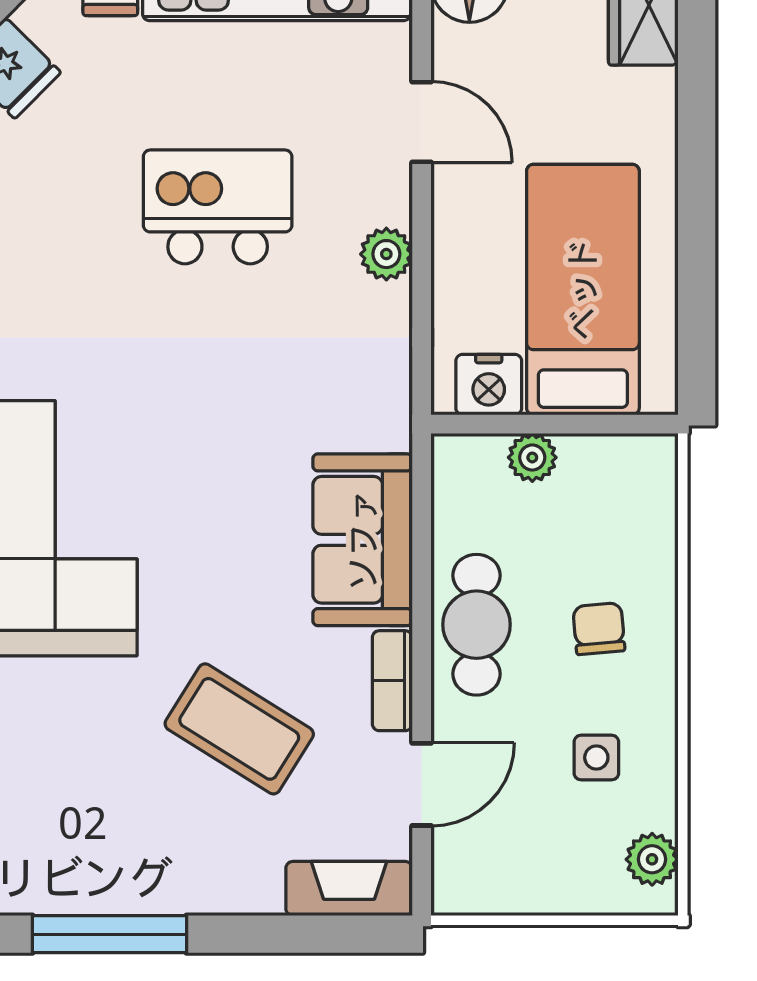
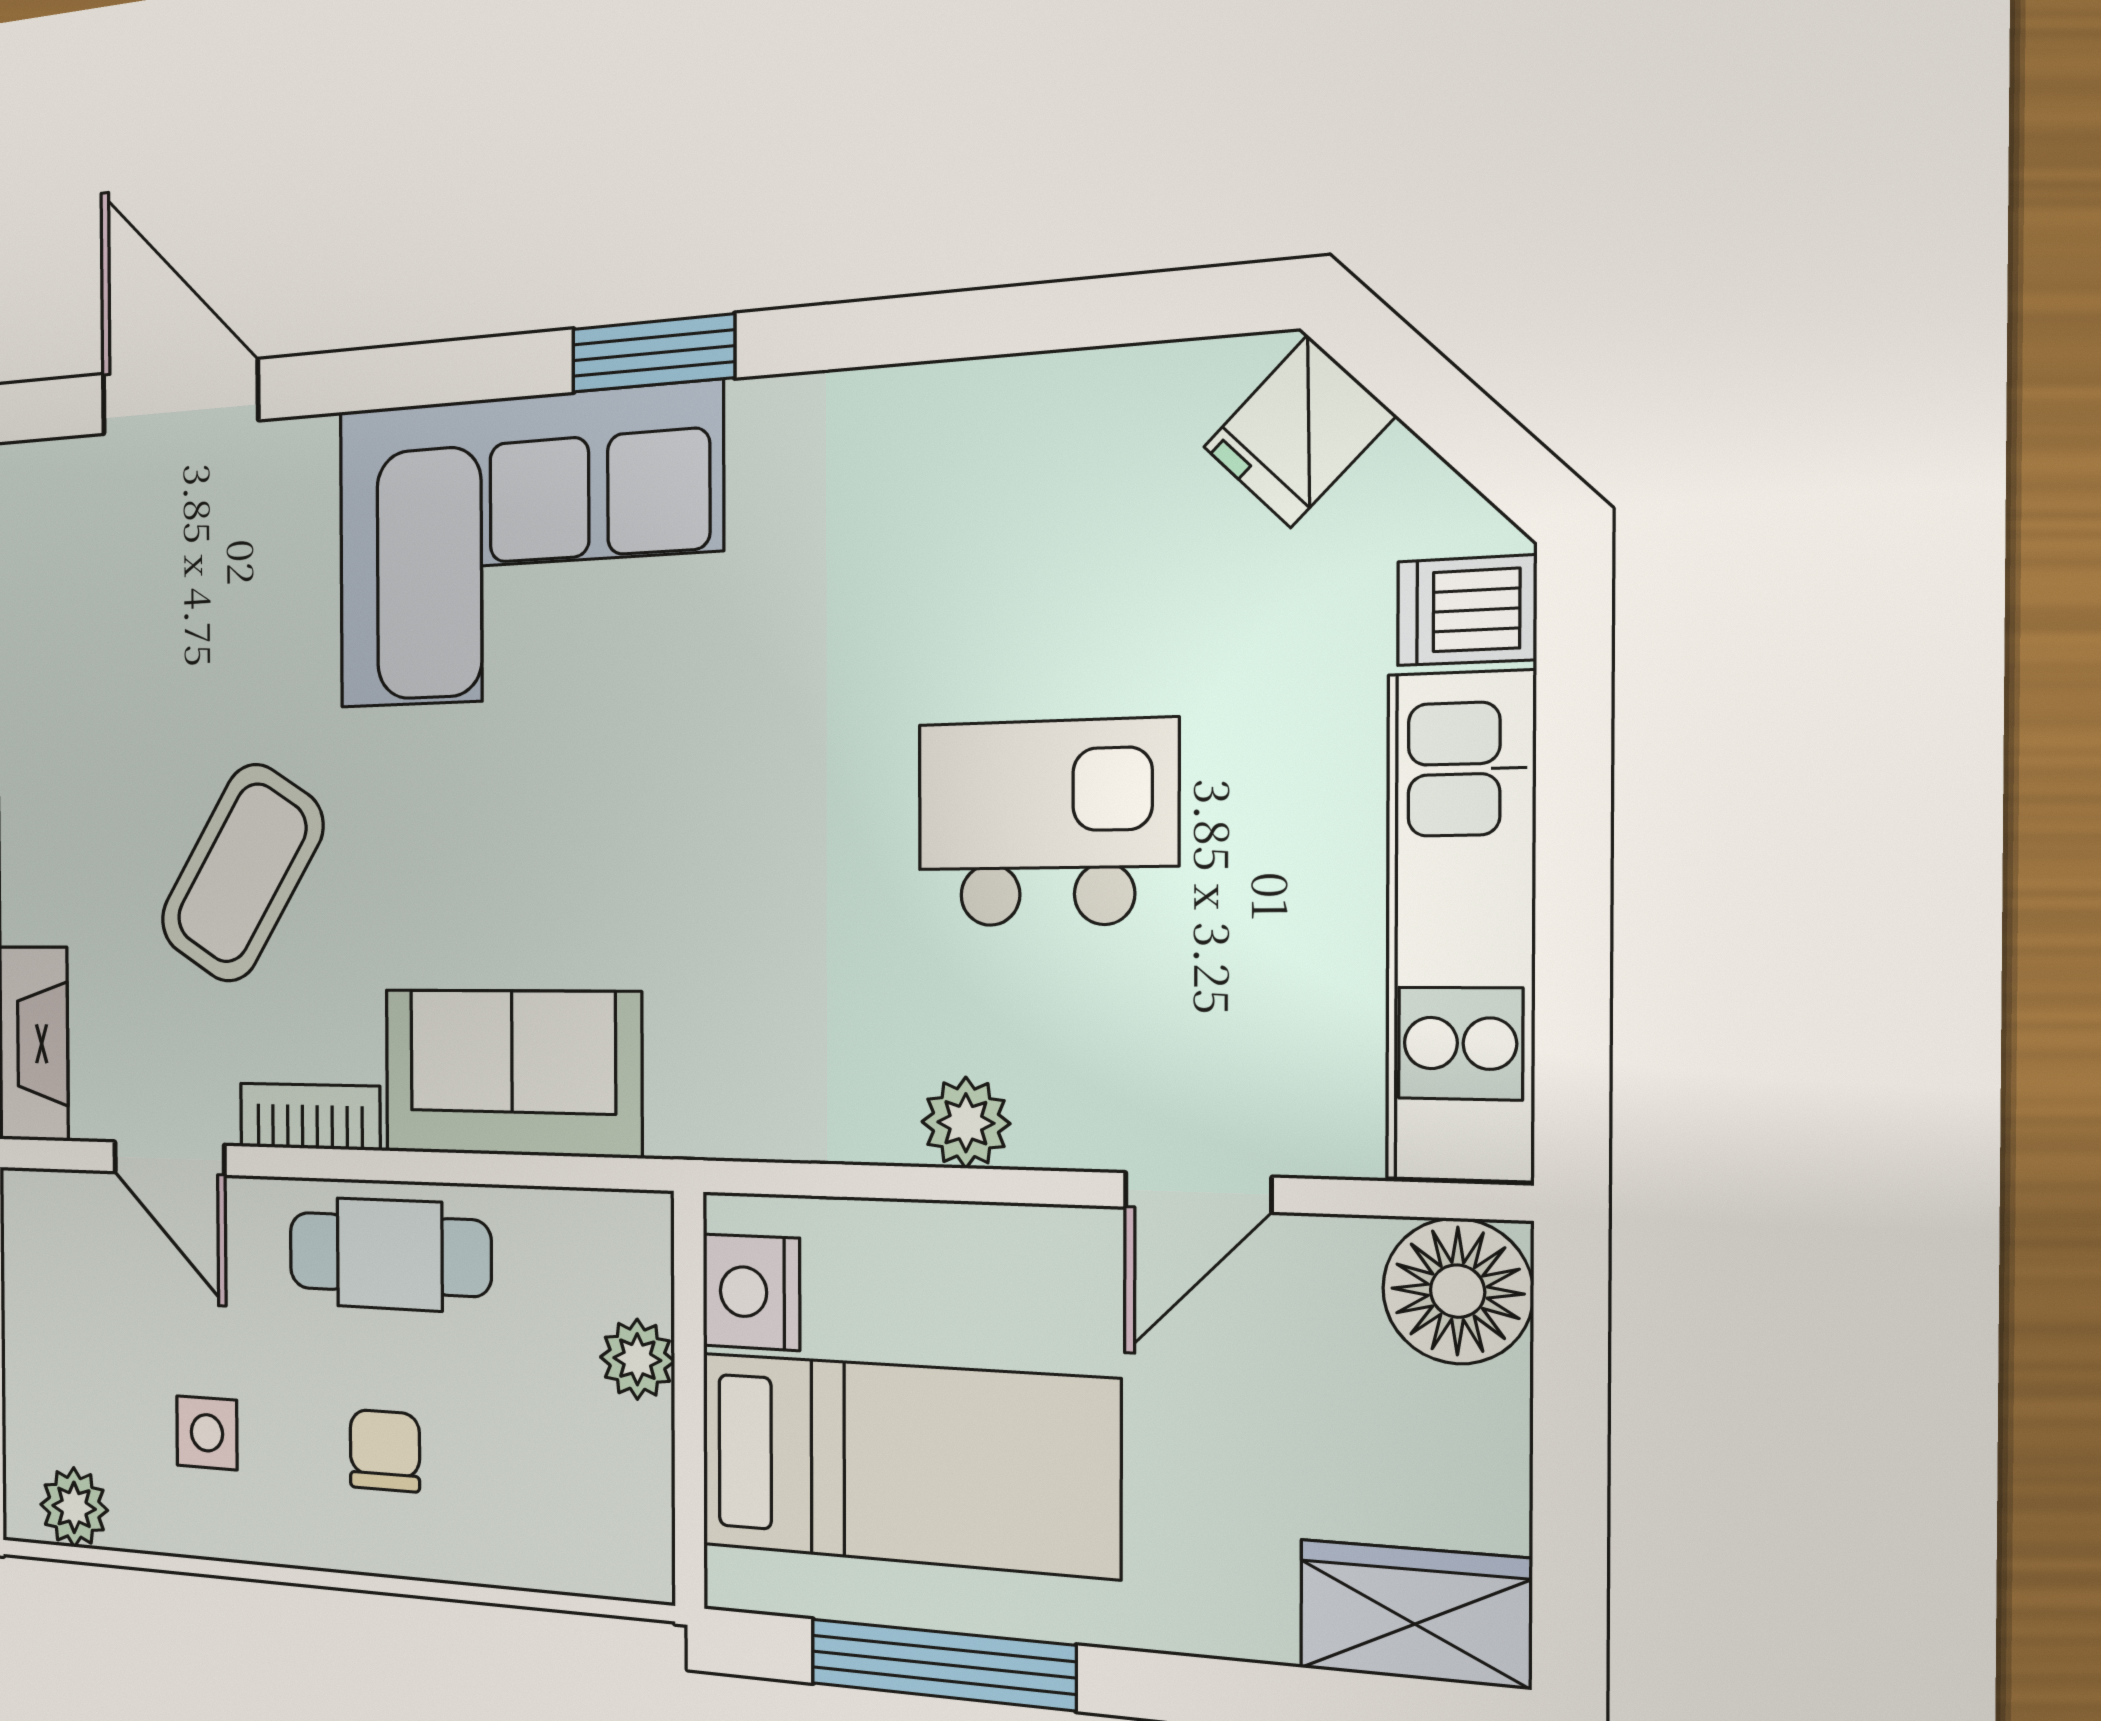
kitchen island: (218, 207) -> (1047, 823), turned -90
window: (697, 268) -> (942, 1664), added
chair: (599, 629) -> (385, 1451), turned -85

